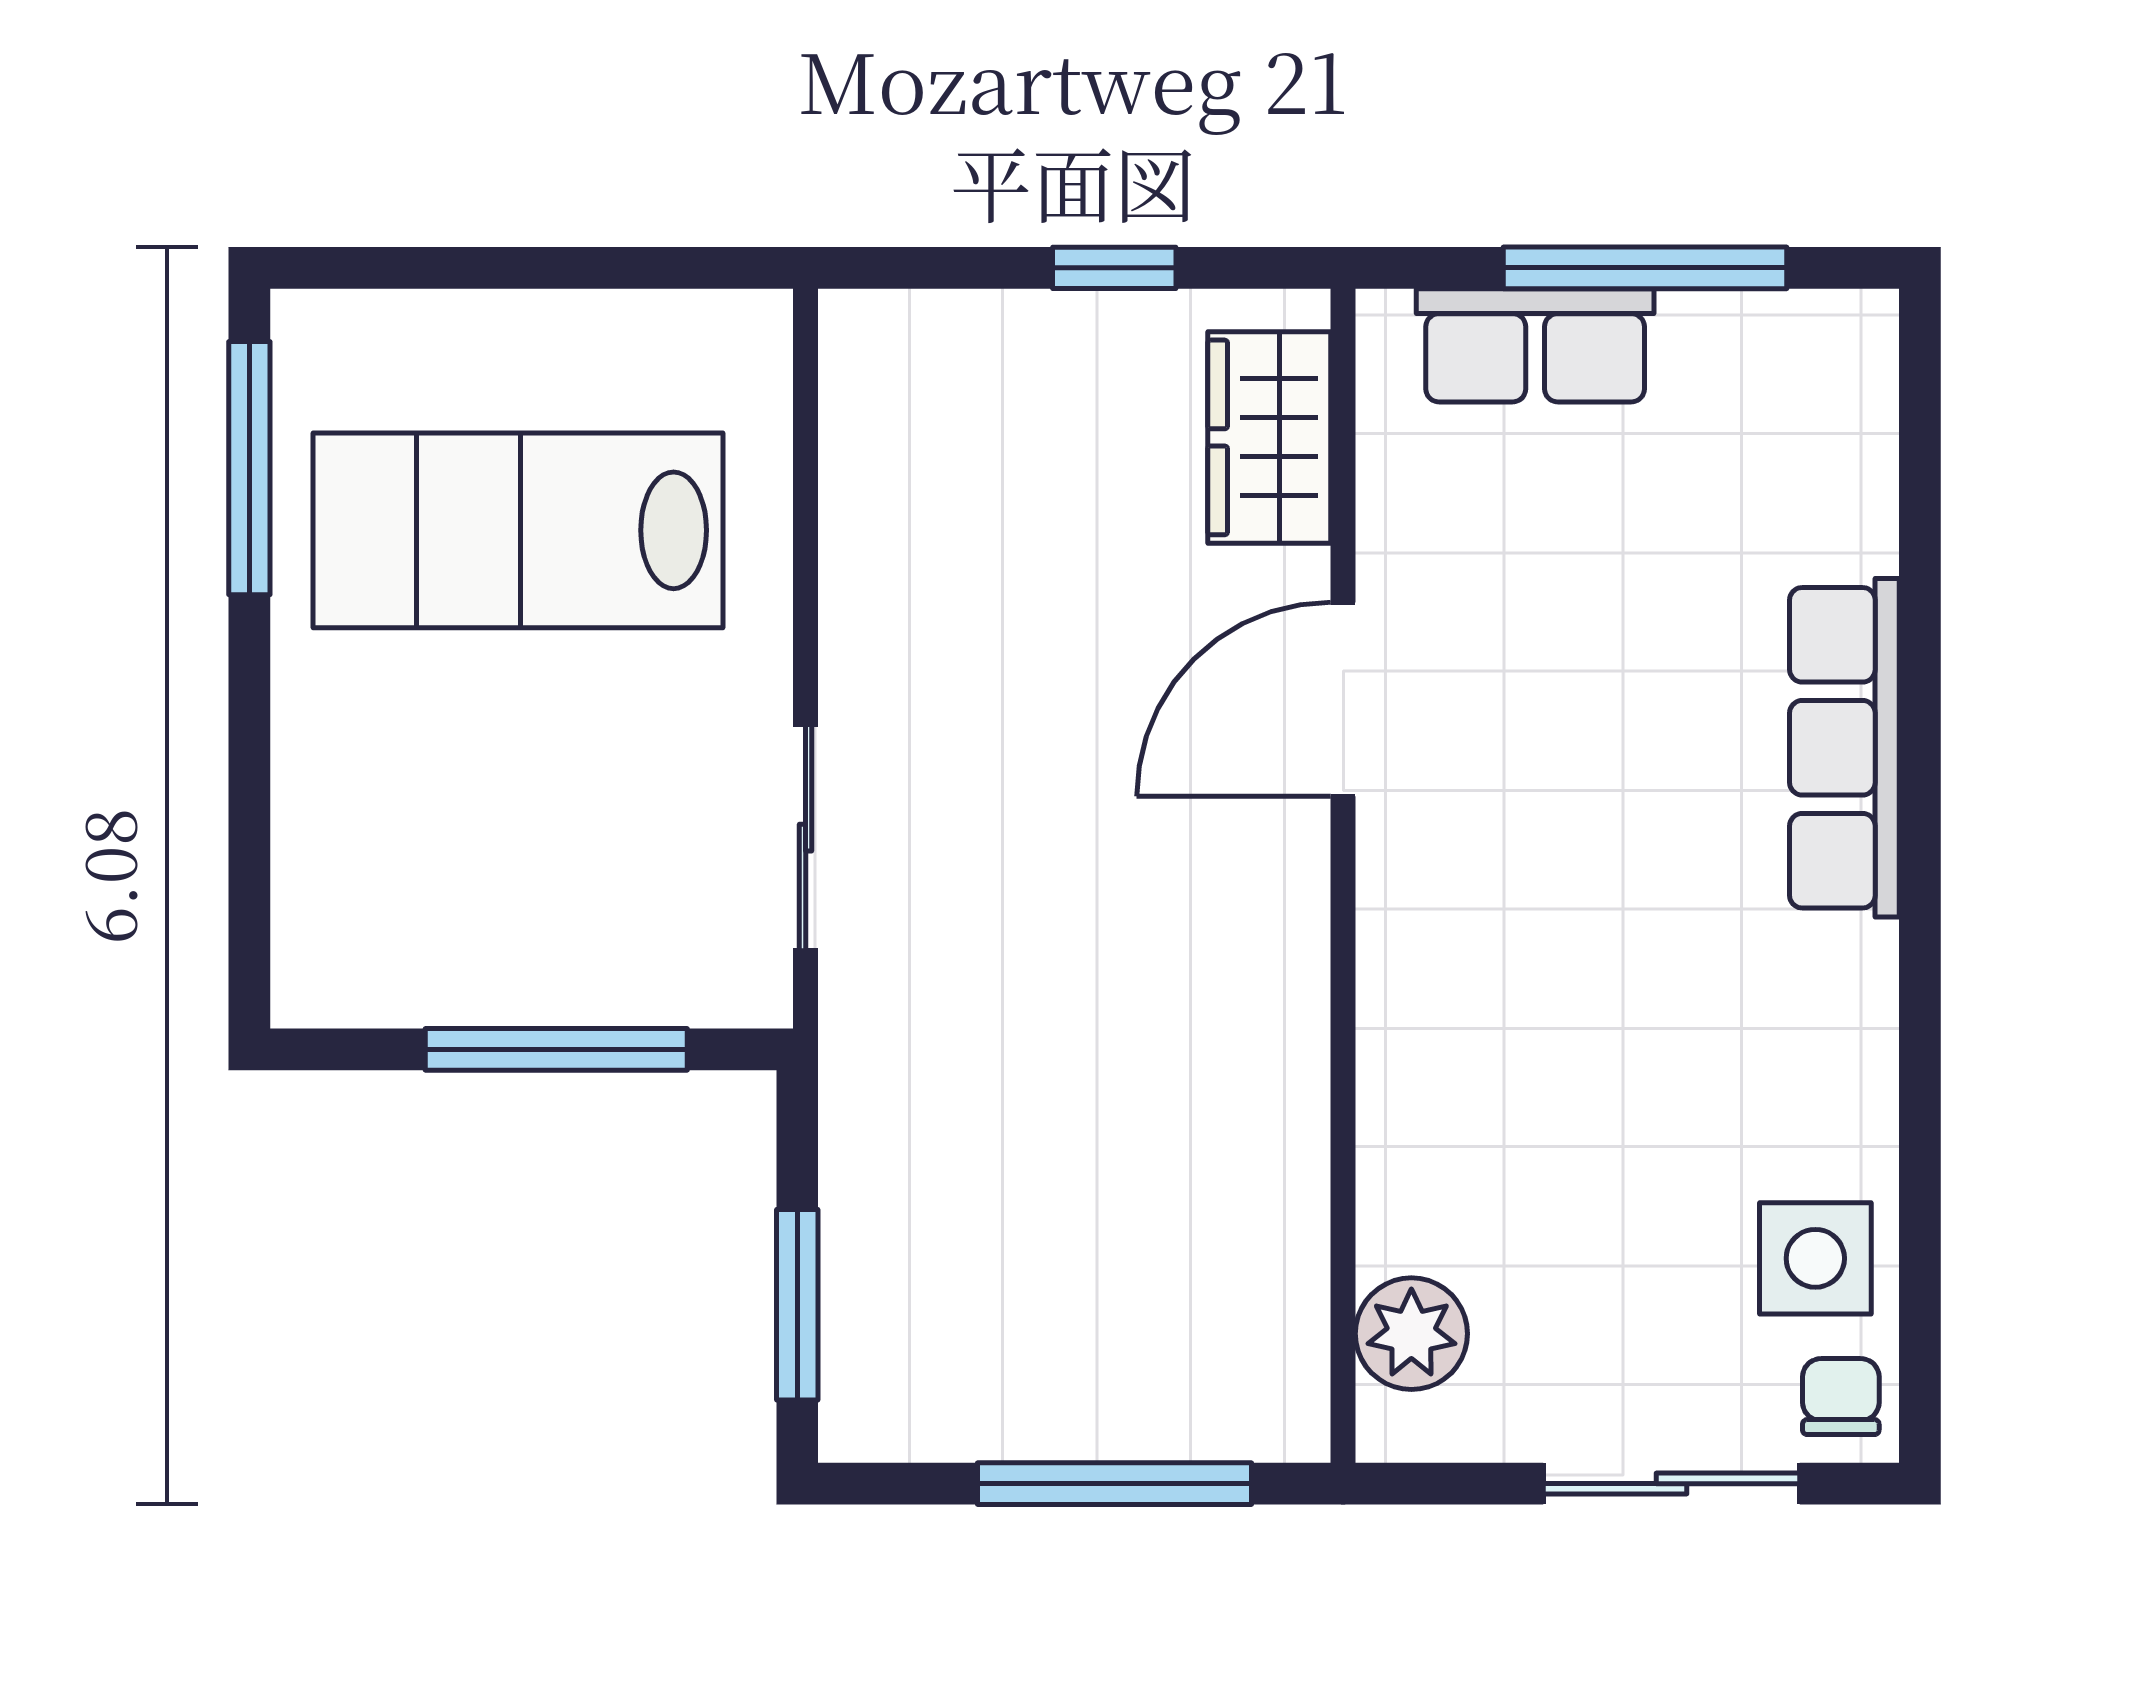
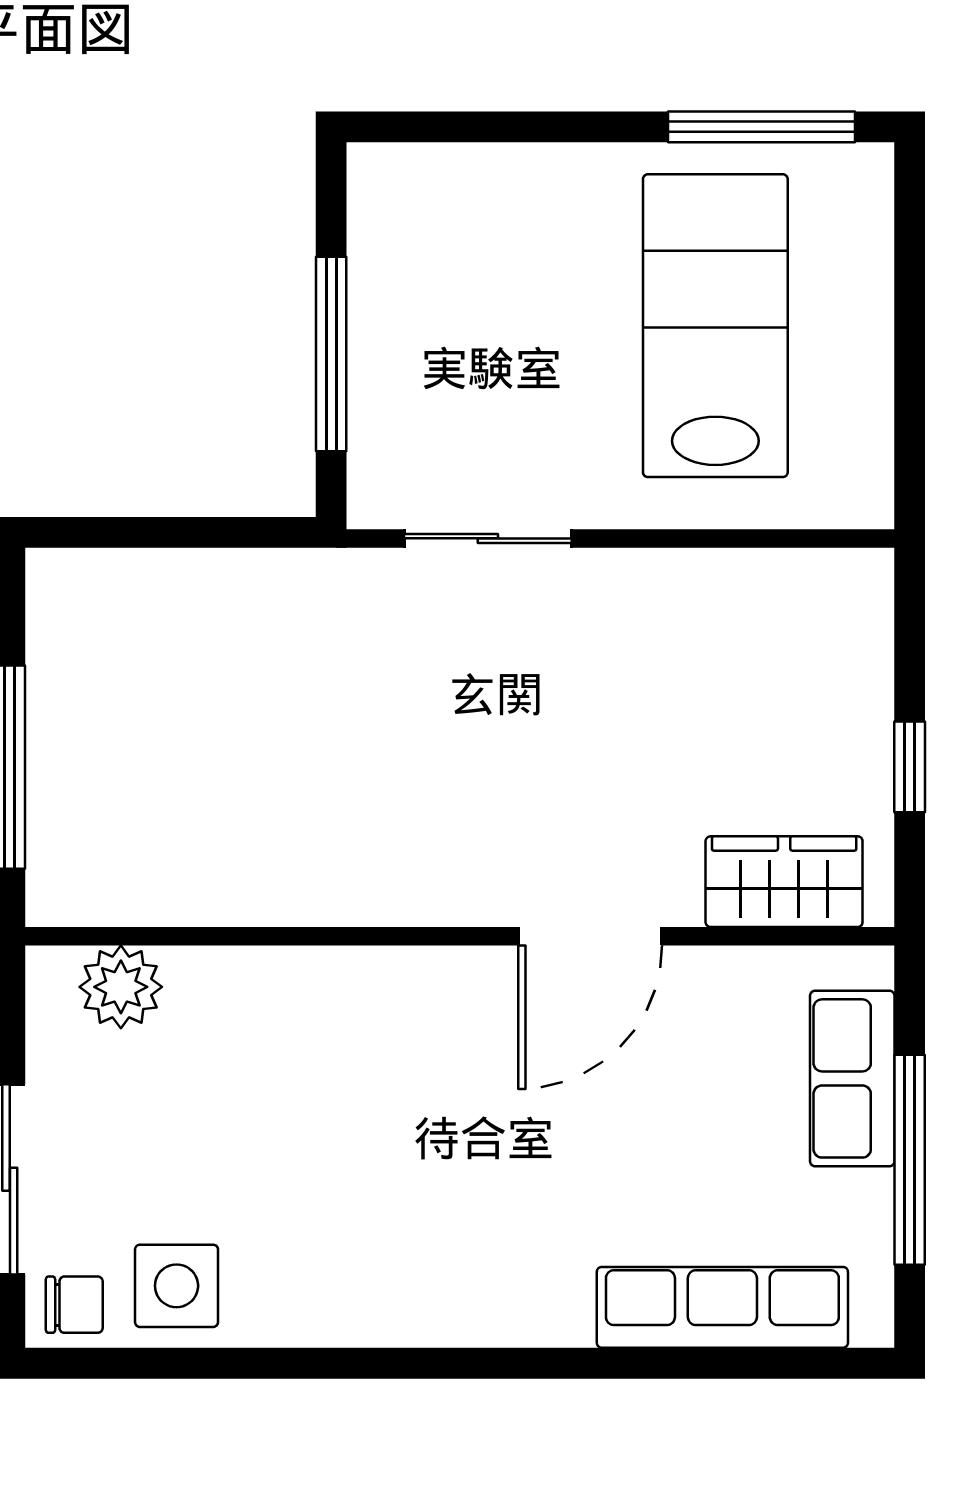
door: (1343, 699) -> (590, 936), swing flipped
row of seats: (1844, 748) -> (722, 1307), moved
window: (797, 1305) -> (142, 532), removed

